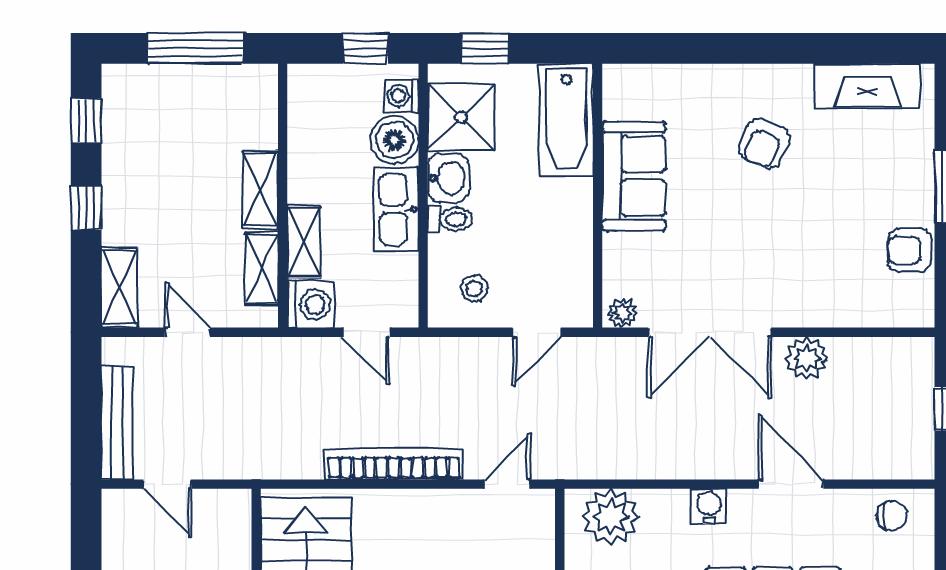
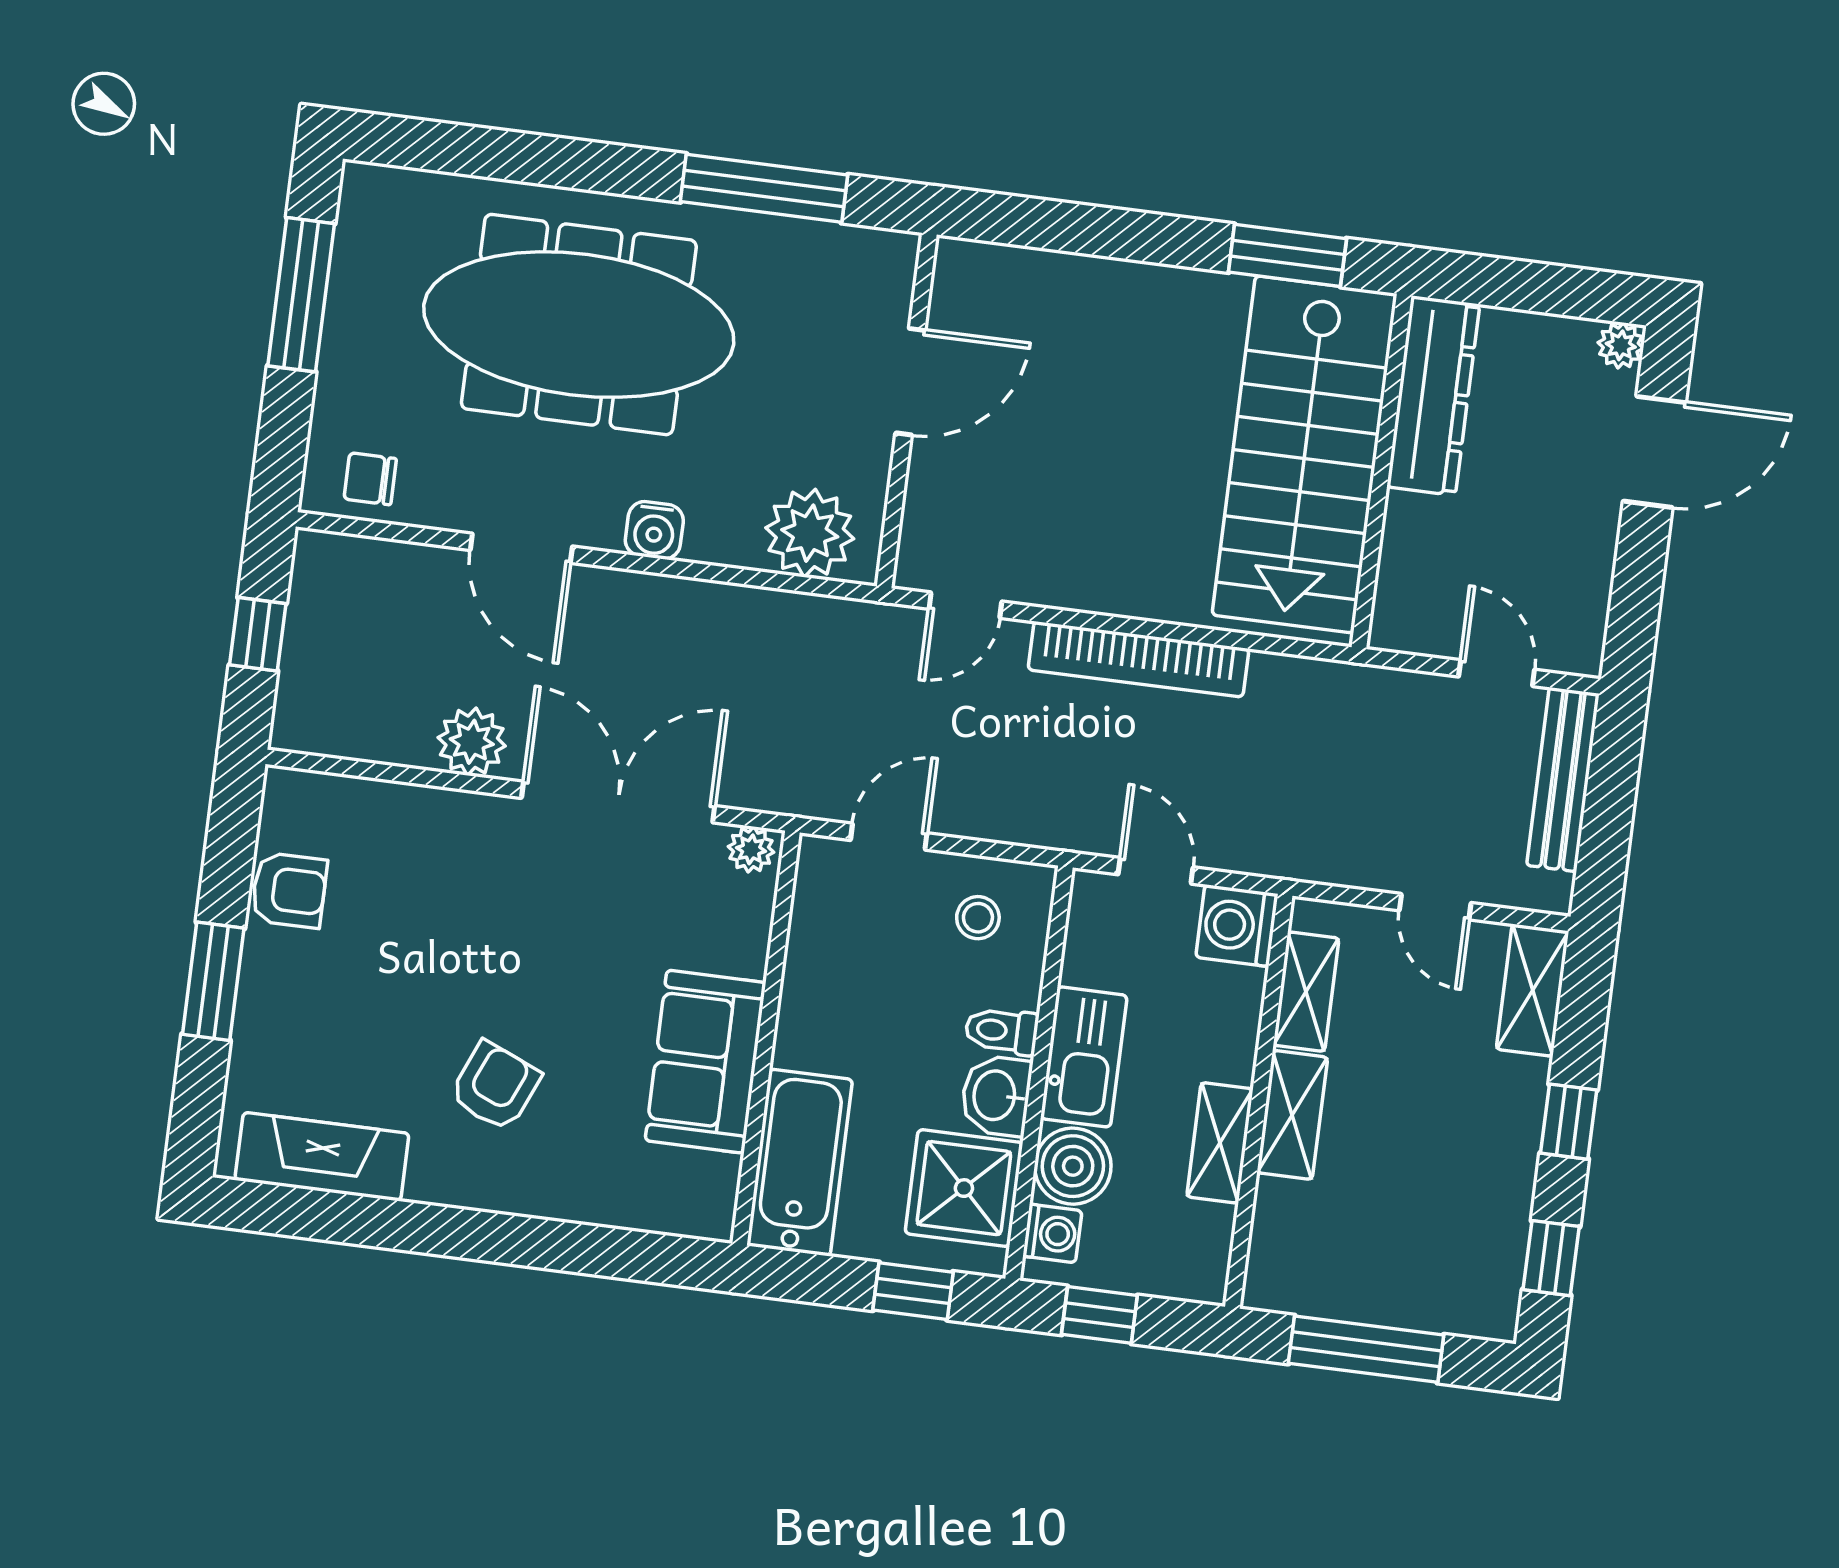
shelving: (304, 241) -> (1220, 1143), moved

